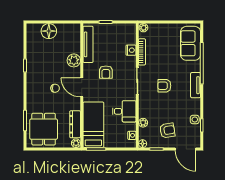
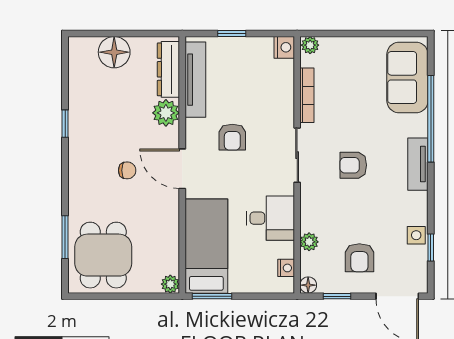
nightstand: (131, 50) -> (284, 47), moved
dresser: (75, 124) -> (168, 69), moved
armchair: (167, 130) -> (359, 258), turned 99

